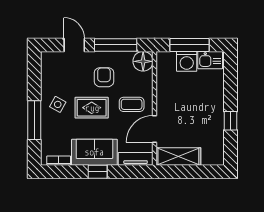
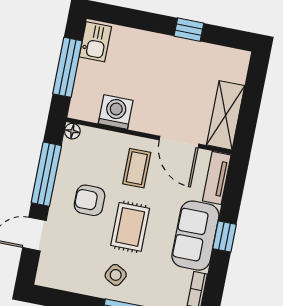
floor lamp: (143, 61) -> (72, 131), width x0.53, depth x0.53
washing machine: (187, 61) -> (116, 112), moved, turned -90

